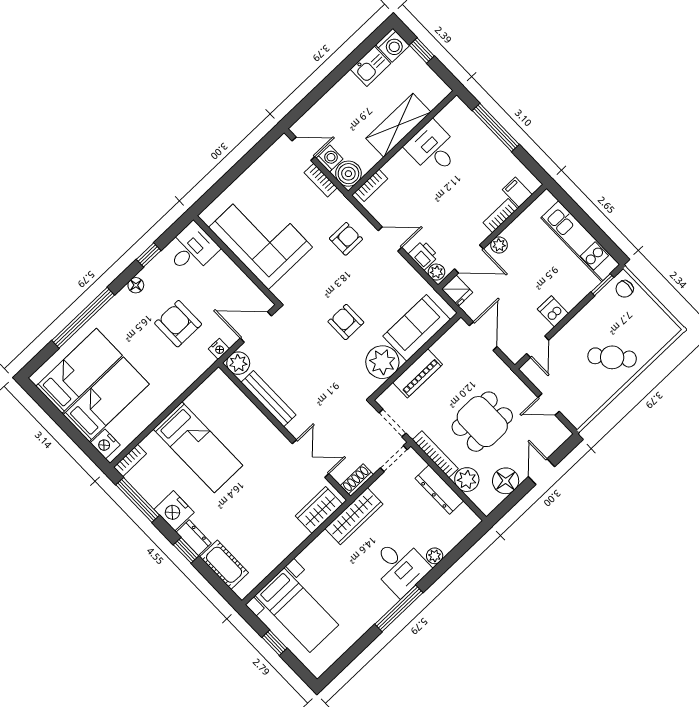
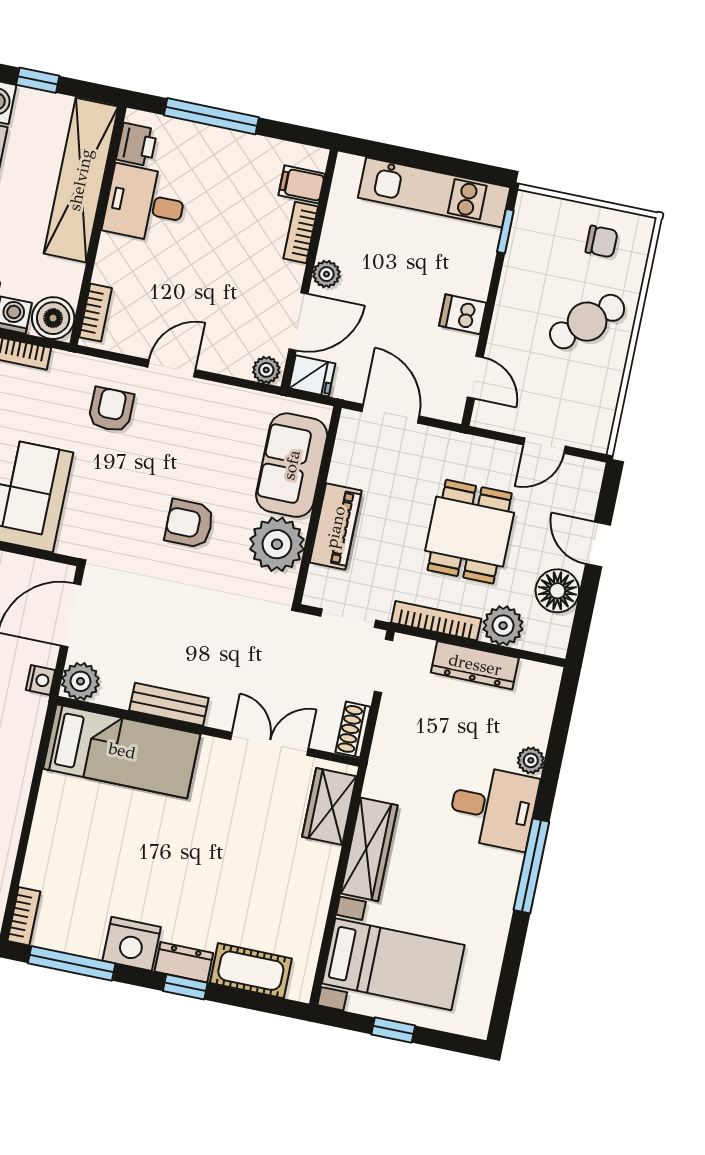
shelving: (398, 125) -> (81, 180), width x1.47
printer: (423, 255) -> (137, 145), moved, turned 90
chair: (625, 289) -> (602, 242), moved, turned -90
bench: (269, 399) -> (169, 704), width x0.73
bed: (198, 447) -> (122, 751), moved
wardrobe: (354, 516) -> (369, 849), moved

